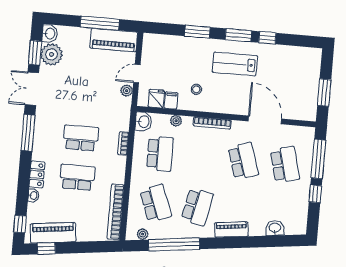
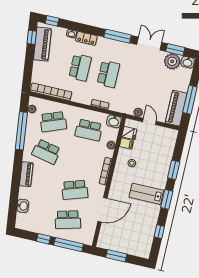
window: (267, 38) -> (159, 232), moved
lab bench: (235, 64) -> (146, 194), turned -90

